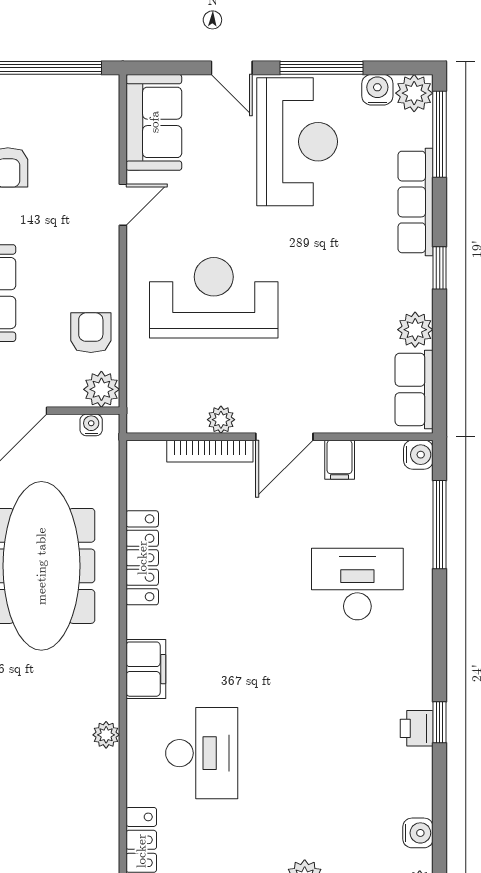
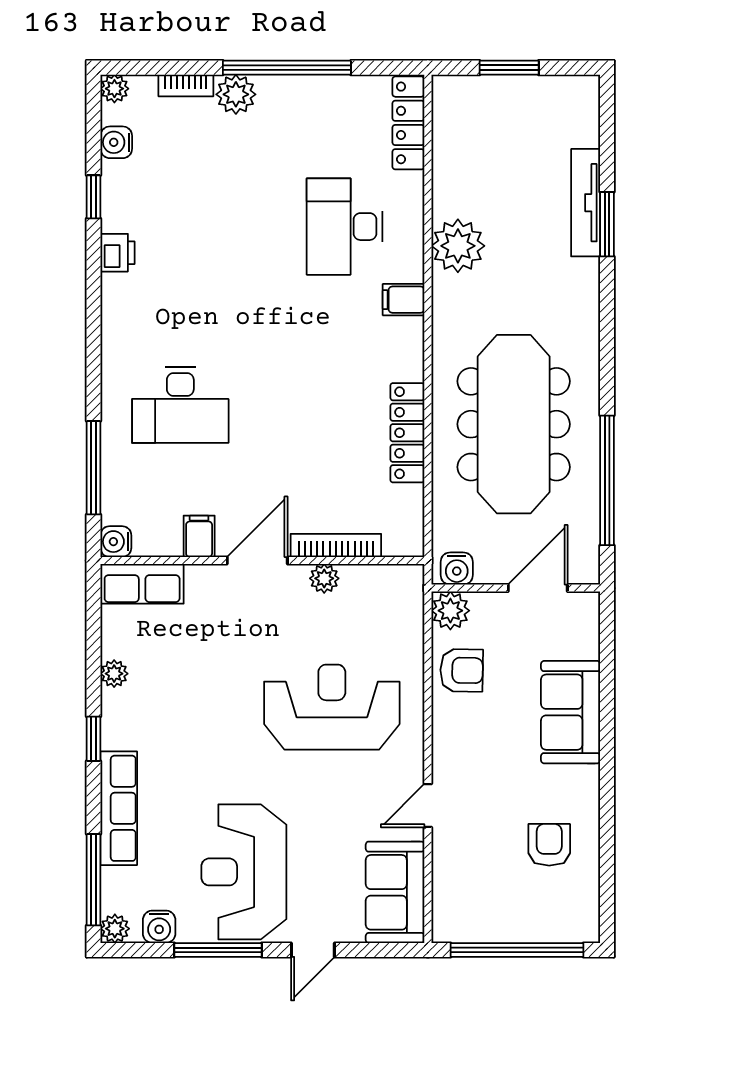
door: (232, 68) -> (313, 950), swing flipped
plant: (414, 93) -> (115, 929), width x0.73, depth x0.73
reception desk: (214, 298) -> (332, 707), turned 180
plant: (415, 330) -> (114, 674), width x0.73, depth x0.73
armchair: (91, 333) -> (462, 670), turned -89
row of seats: (414, 389) -> (142, 584), moved, turned 90
water cooler: (91, 425) -> (457, 568), width x1.38, depth x1.38
filing cabinet: (146, 669) -> (404, 300), width x0.50
window: (440, 722) -> (94, 197), moved
plant: (106, 735) -> (458, 246), width x1.88, depth x1.88

